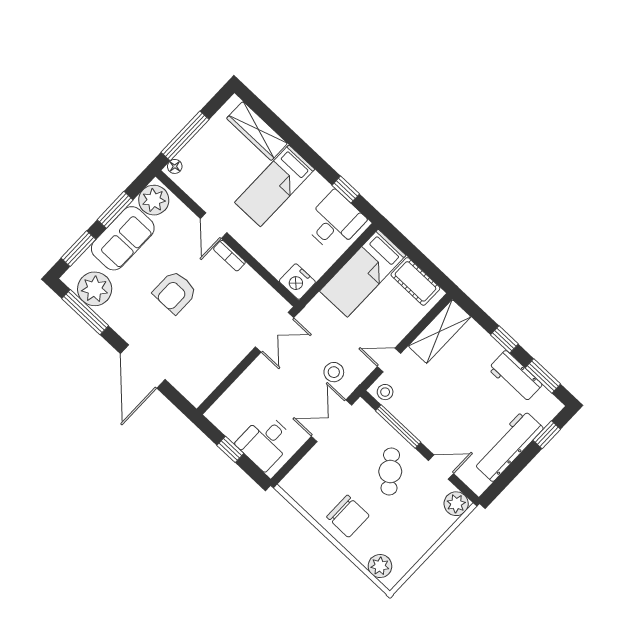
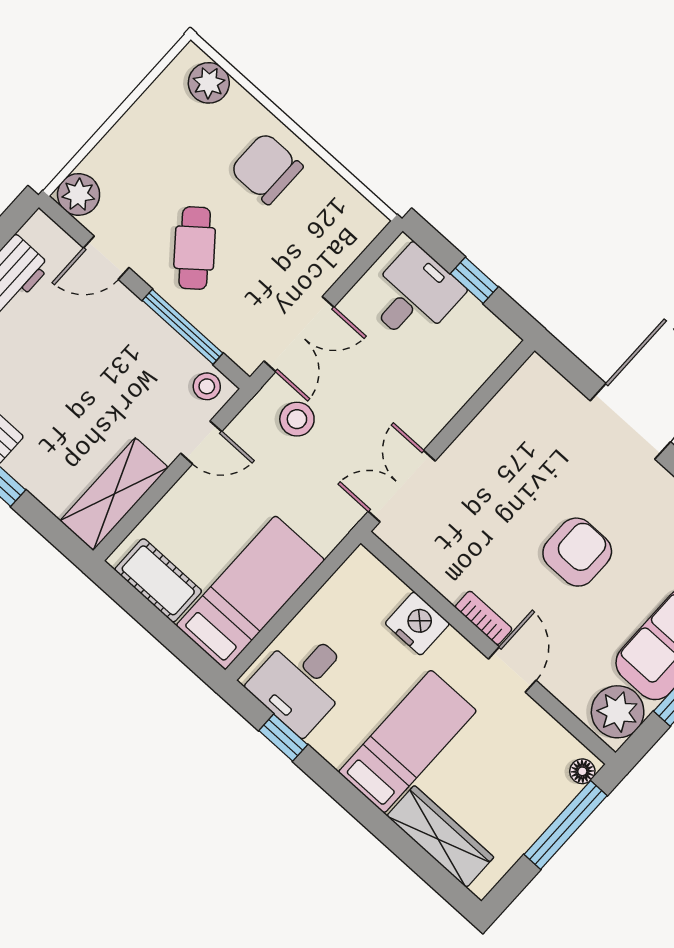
nightstand: (297, 282) -> (417, 623), moved

